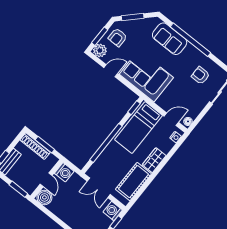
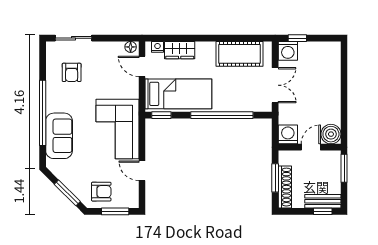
plant: (100, 50) -> (130, 199), removed
wardrobe: (154, 160) -> (180, 50), moved

